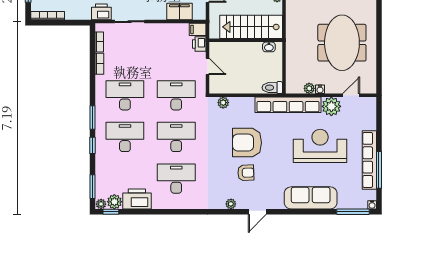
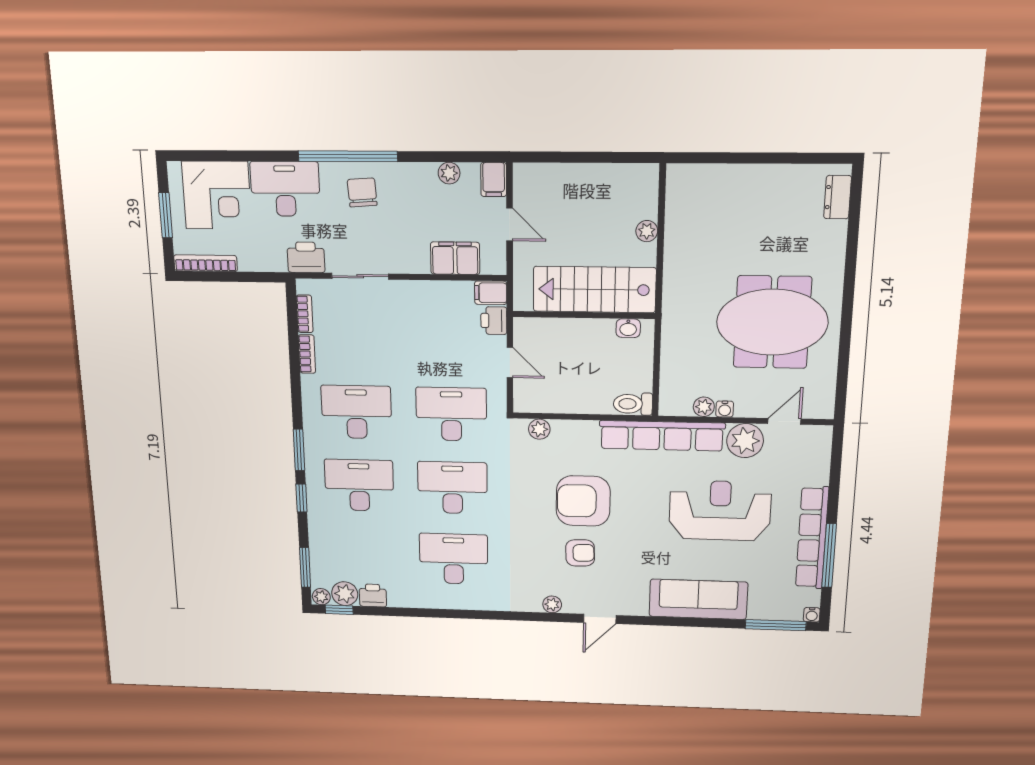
meeting table: (342, 43) -> (772, 322), turned 90
printer: (137, 199) -> (373, 595), width x0.53, depth x0.68

